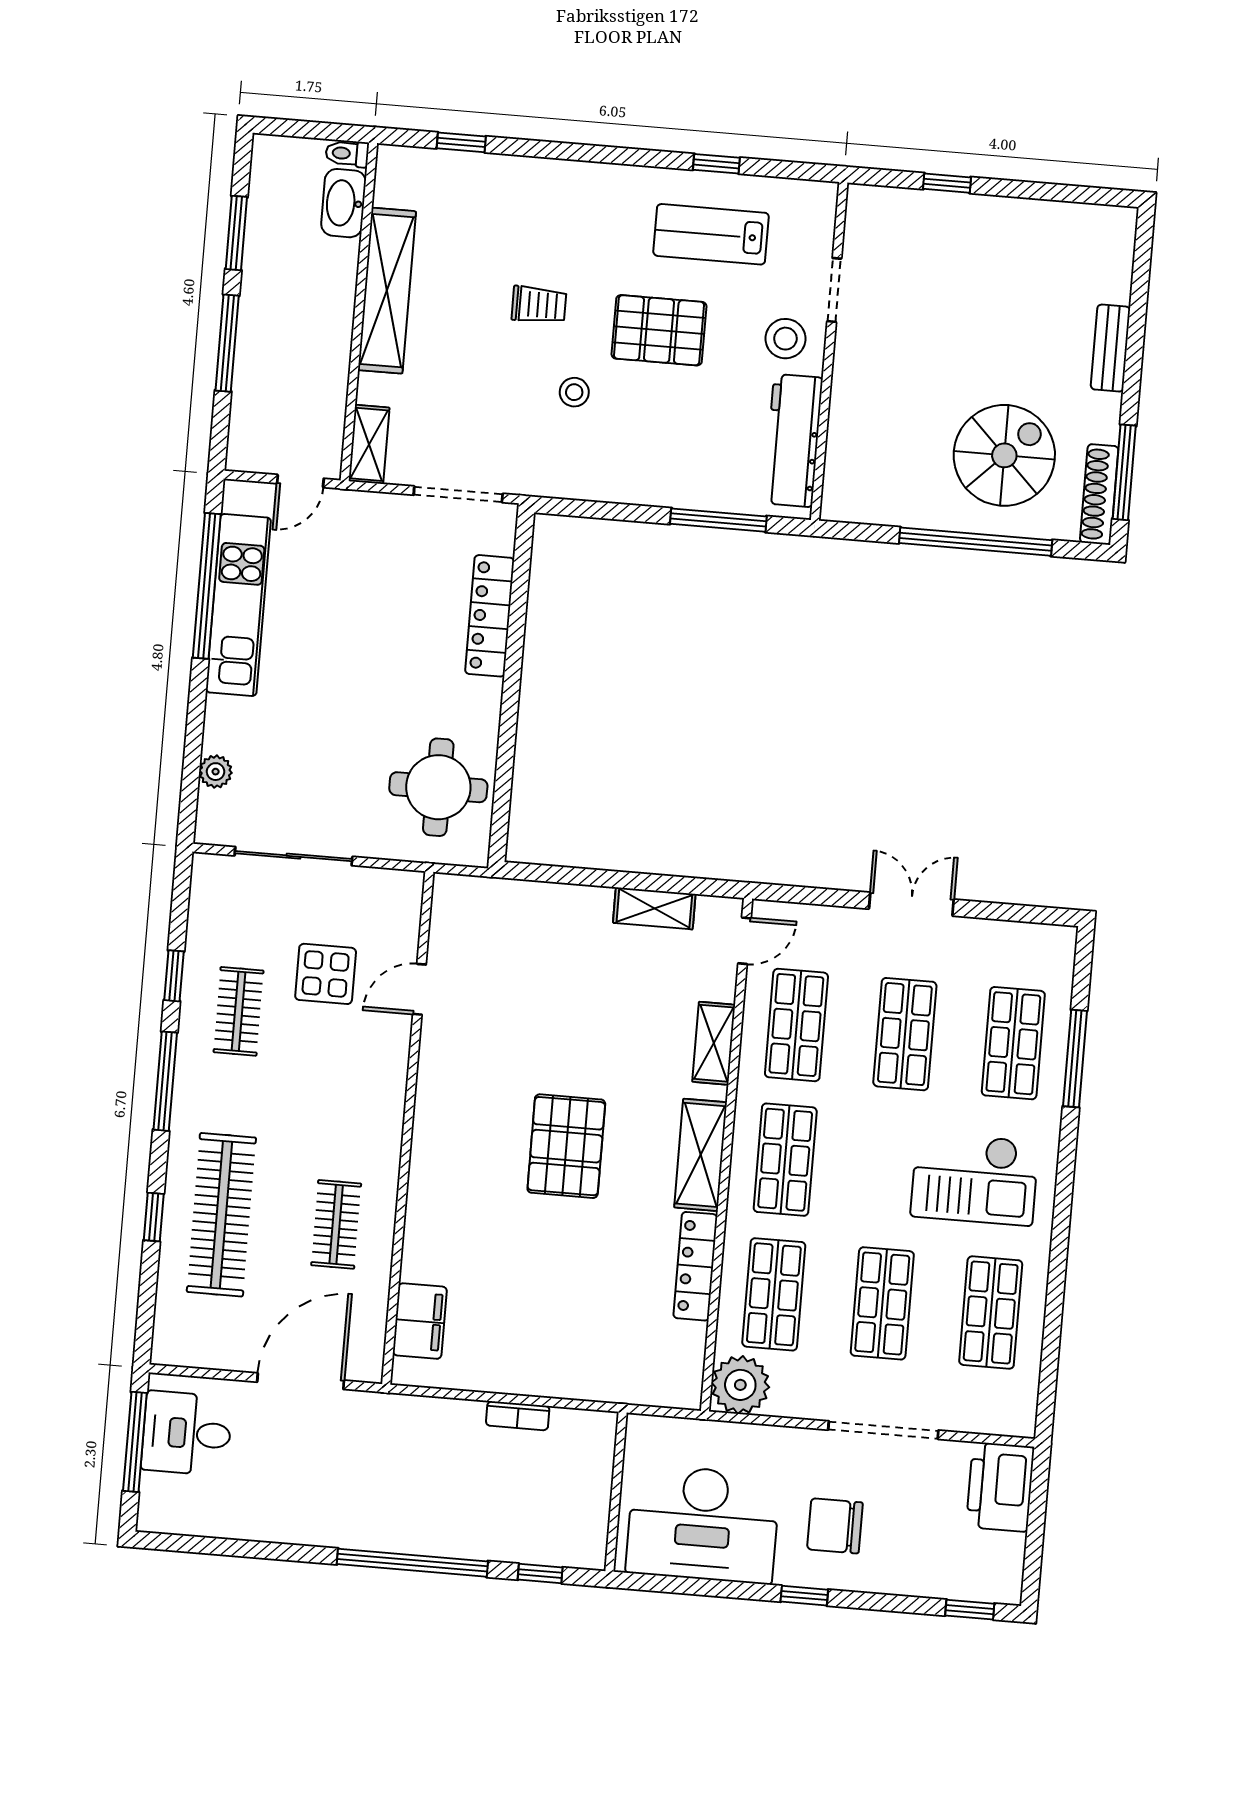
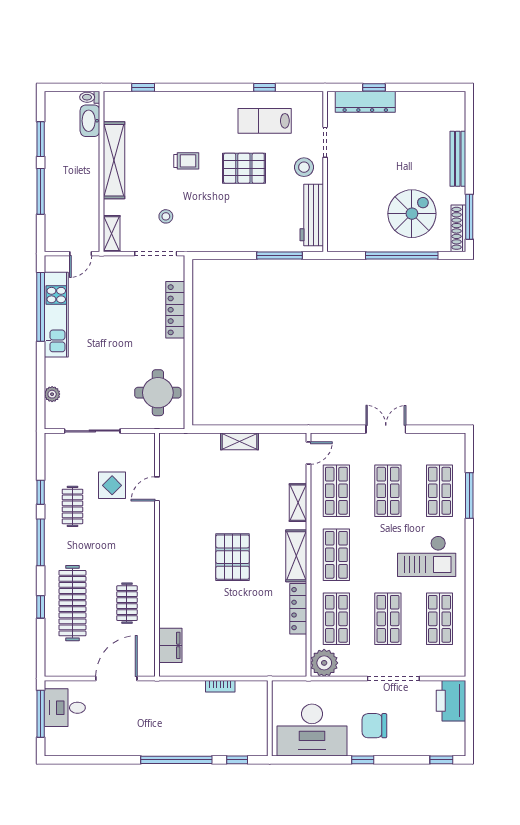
dresser: (926, 212) -> (365, 102), added
bench: (1110, 348) -> (458, 159), width x1.36
stool: (574, 392) -> (166, 216), moved
shelving: (654, 908) -> (240, 441), moved

